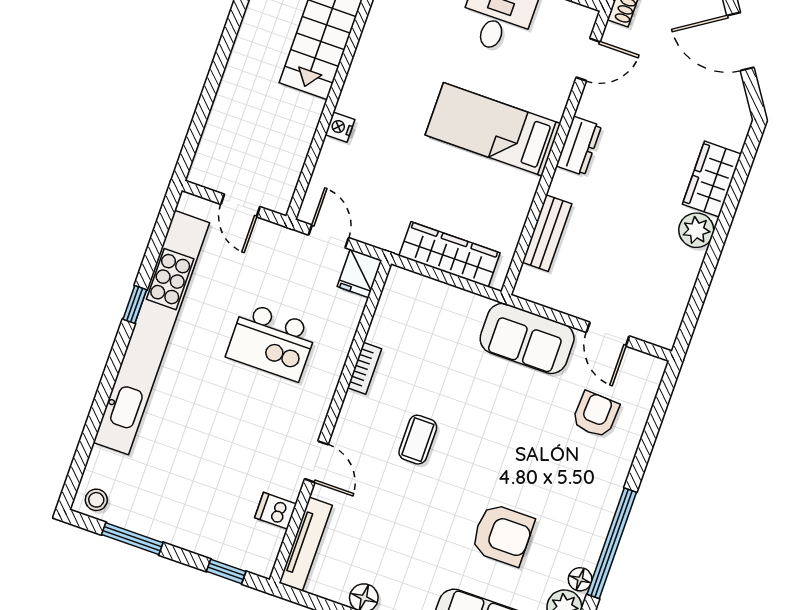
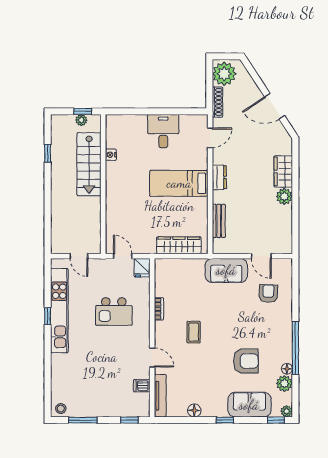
nightstand: (340, 127) -> (111, 155), moved
kitchen unit: (151, 333) -> (59, 311), width x0.73

